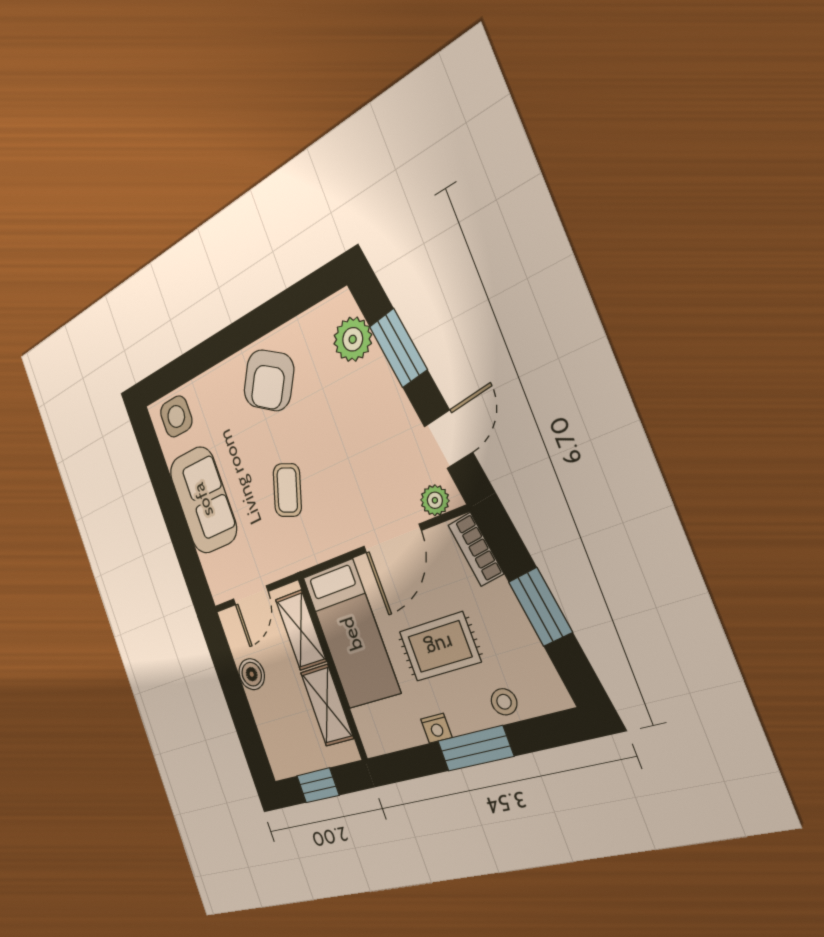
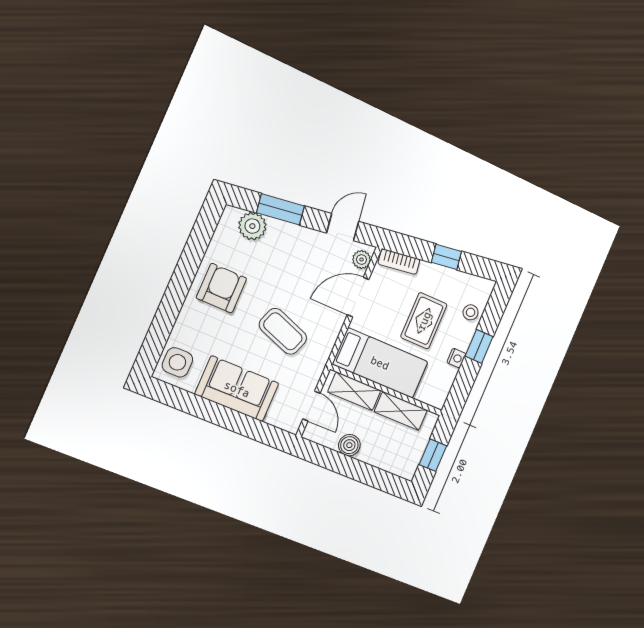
armchair: (269, 380) -> (221, 288), turned -123
door: (448, 439) -> (343, 227), hinge flipped
coffee table: (287, 490) -> (283, 331), width x1.36, depth x1.30
door: (392, 539) -> (358, 297), swing flipped
window: (540, 607) -> (446, 257), width x0.67
window: (475, 749) -> (479, 346), width x0.67

